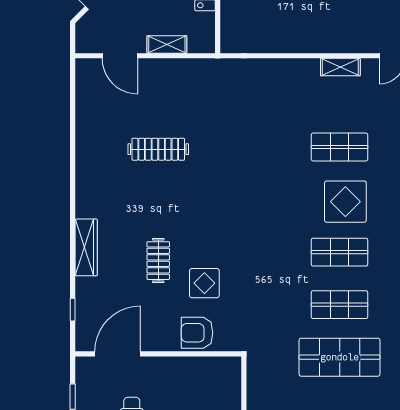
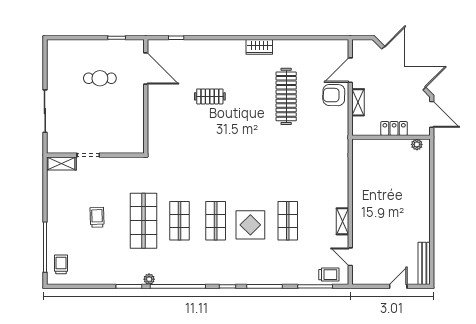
clothes rail: (158, 149) -> (286, 96), width x1.37, depth x1.31
wardrobe: (86, 247) -> (259, 47), moved, width x0.67
display table: (204, 283) -> (194, 128), removed
armchair: (197, 333) -> (334, 95), moved, turned -89

